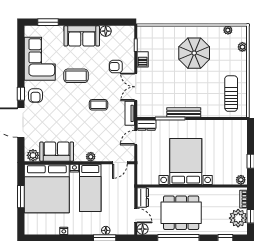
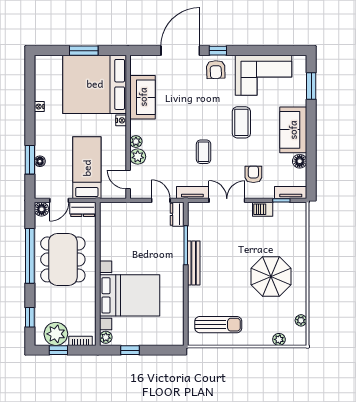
tv unit: (130, 38) -> (291, 192), added
armchair: (35, 95) -> (216, 70), turned -92
plant: (33, 155) -> (138, 157), moved
bed with nightstands: (186, 161) -> (130, 295), moved
bed: (90, 188) -> (87, 168), moved, turned 90

